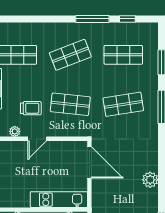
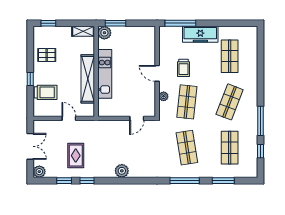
shop shelf: (70, 55) -> (230, 102), turned 42
plant: (15, 131) -> (164, 96), moved
door: (89, 162) -> (137, 118), width x0.53
kitchen unit: (59, 200) -> (105, 74), moved

